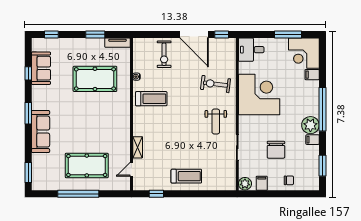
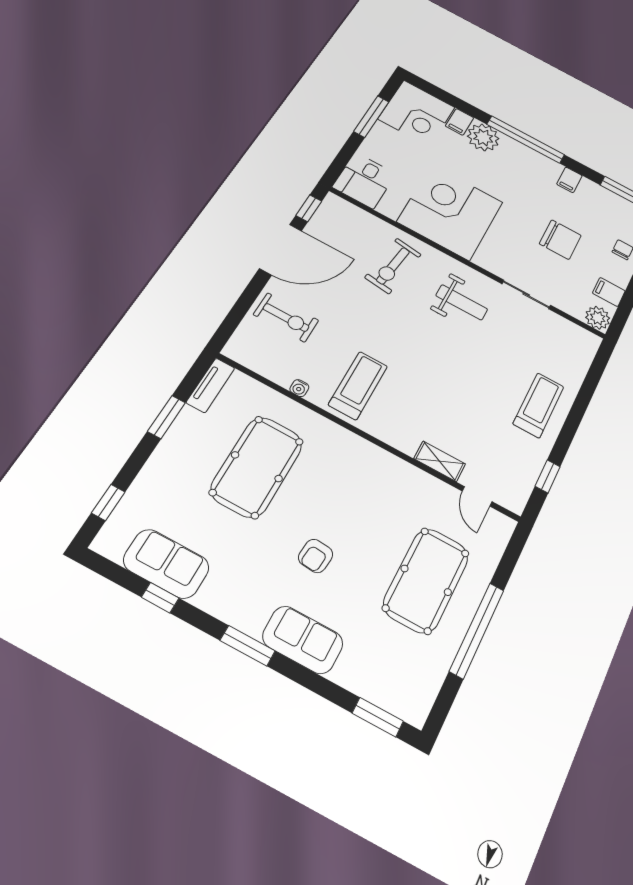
armchair: (73, 120) -> (316, 556), added
plant: (310, 125) -> (483, 137), moved
sofa: (41, 132) -> (303, 640), width x0.73

